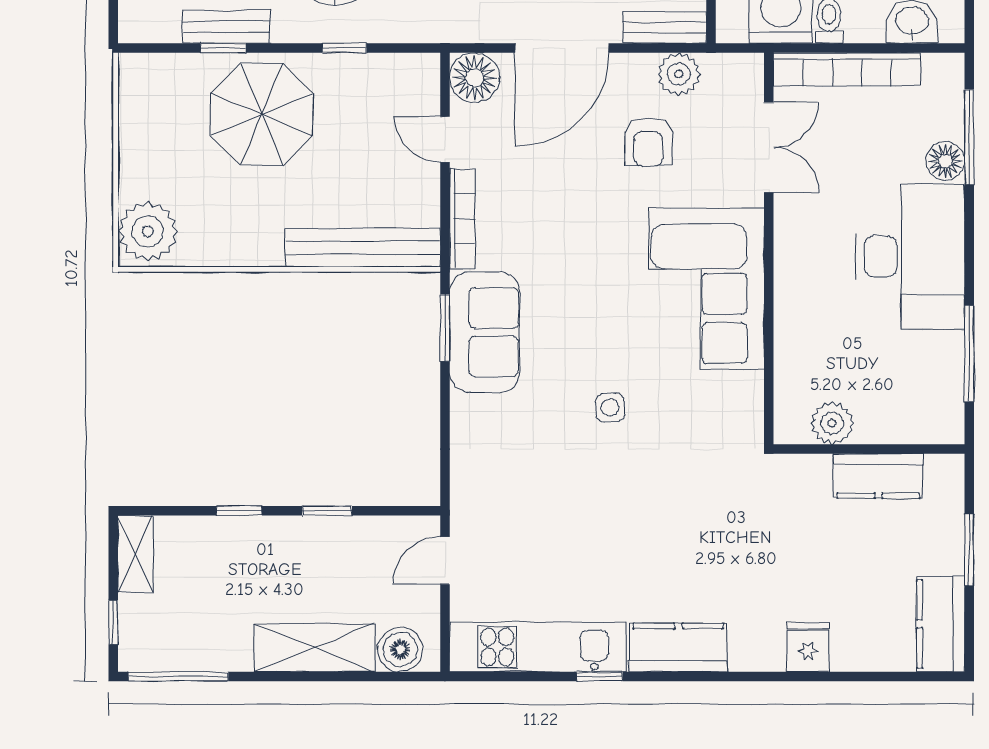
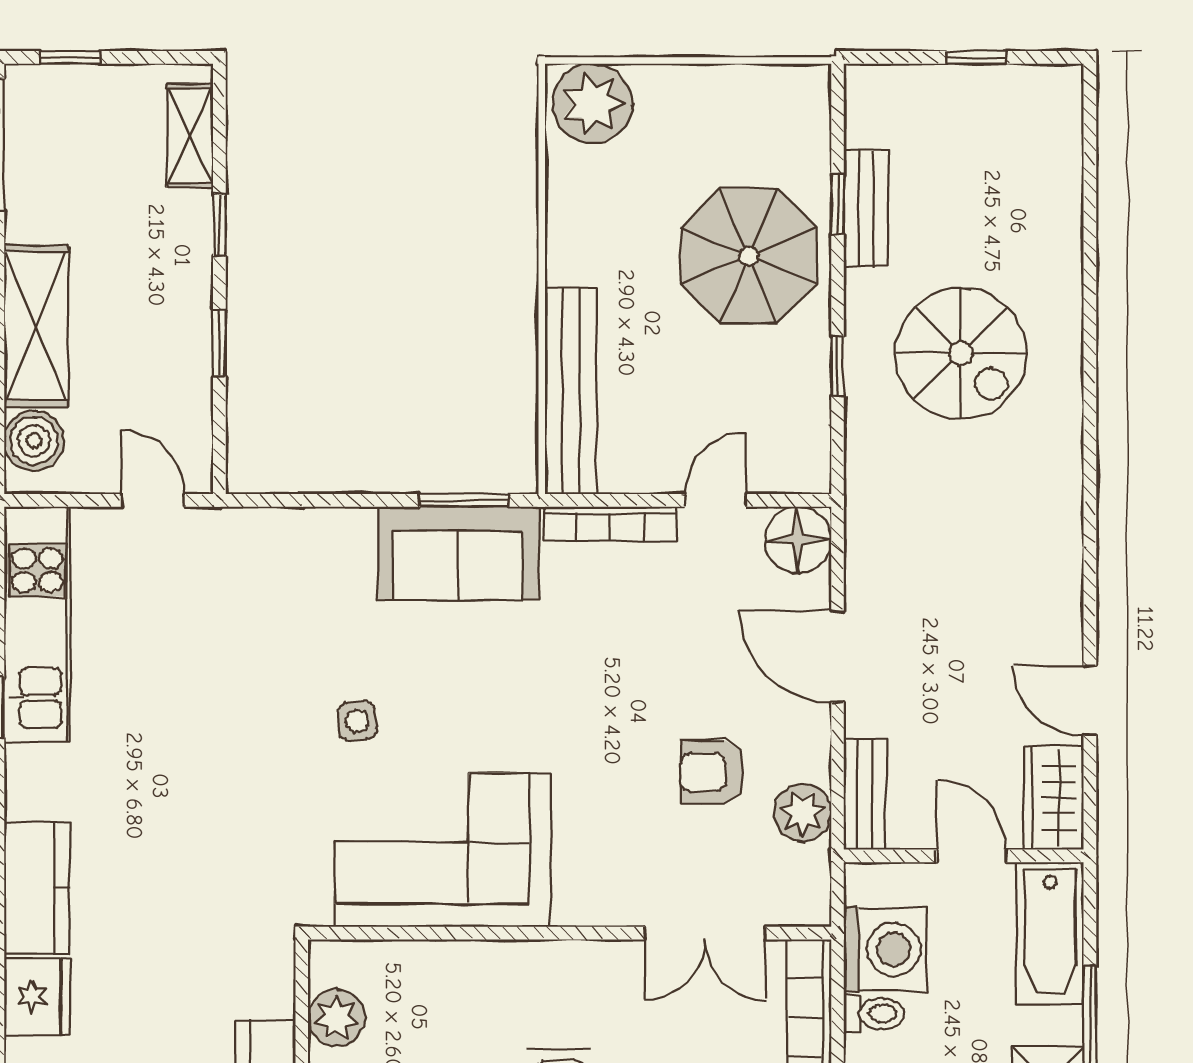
door: (562, 48) -> (837, 656), width x0.73
corner sofa: (707, 288) -> (443, 850), moved
shelving: (135, 554) -> (190, 136), moved, turned 90
kitchen counter: (678, 647) -> (37, 888), moved
fridge: (808, 647) -> (37, 996), width x1.38

